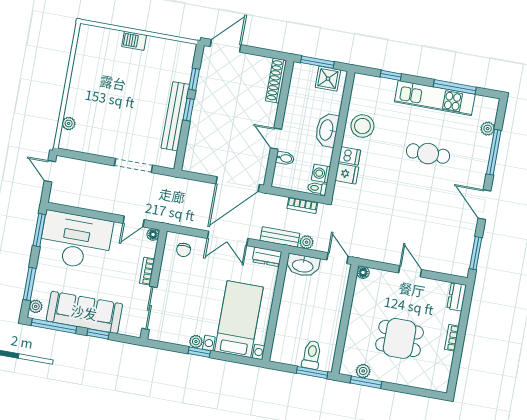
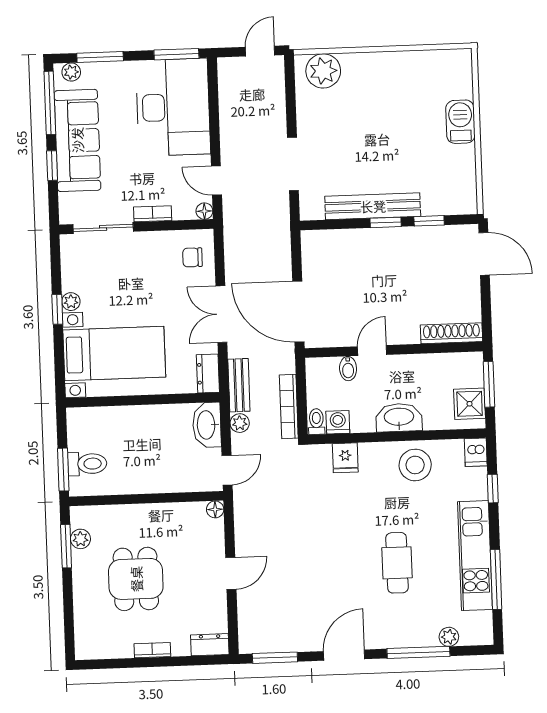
barbecue: (134, 41) -> (460, 122), width x1.38, depth x1.27
plant: (69, 124) -> (323, 71), width x1.87, depth x1.87
dishwasher: (349, 156) -> (476, 452), moved
bookcase: (302, 205) -> (289, 406), width x1.56

